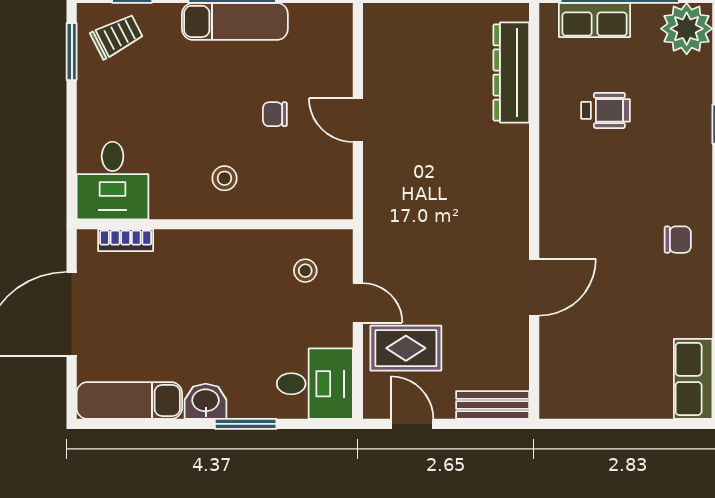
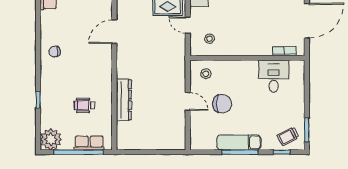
dresser: (511, 73) -> (124, 100), moved
chair: (275, 114) -> (222, 104), width x1.87, depth x1.87
stool: (225, 178) -> (206, 74), moved
desk: (113, 180) -> (274, 76), moved

